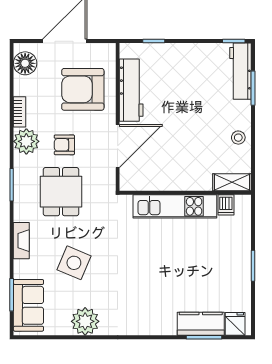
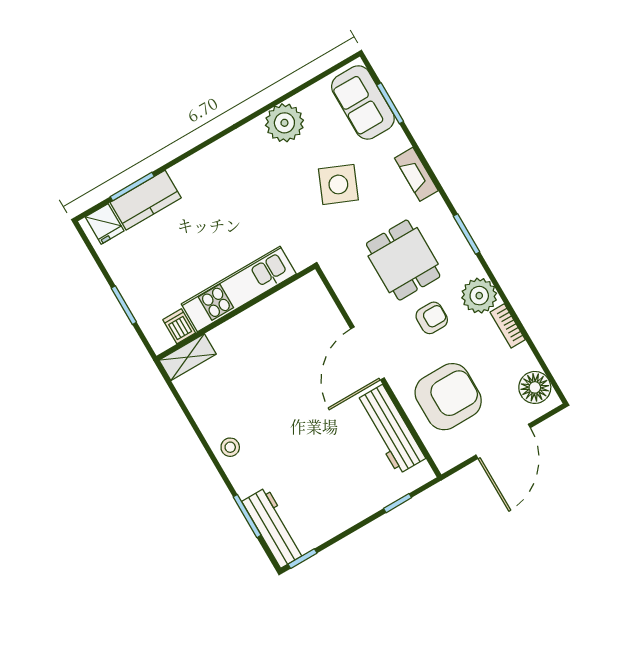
shelving: (232, 182) -> (188, 357), moved
wall: (185, 193) -> (236, 312), moved
dishwasher: (226, 205) -> (179, 326), moved
kitchen unit: (175, 206) -> (239, 289), moved

